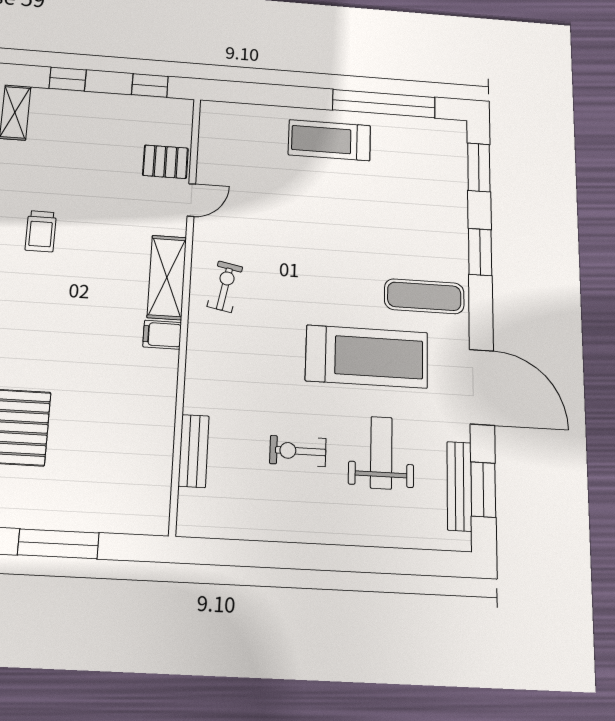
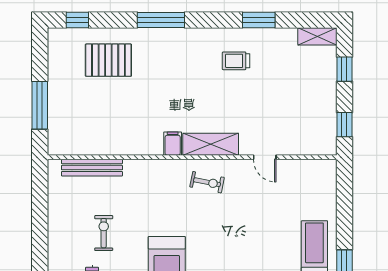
pallet: (165, 162) -> (290, 138), removed
bench: (194, 451) -> (92, 168), width x1.36
window: (58, 544) -> (40, 105), moved

